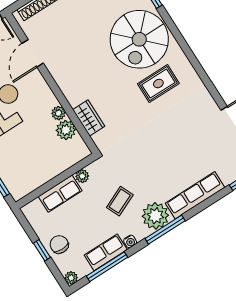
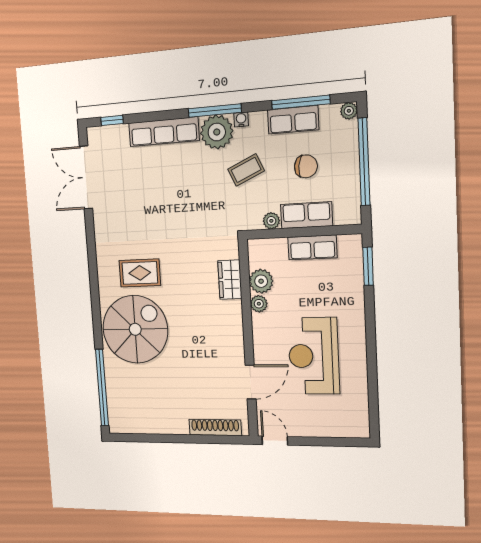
row of seats: (44, 174) -> (312, 247), added
water cooler: (130, 241) -> (241, 119), moved
chair: (59, 244) -> (306, 166), moved, turned -83
window: (42, 250) -> (364, 162), width x3.17

